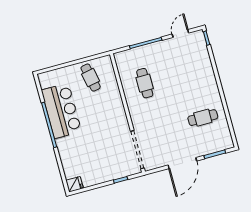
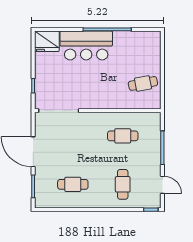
cafe table: (190, 71) -> (123, 184), added
bar counter: (61, 111) -> (86, 46), moved
cafe table: (203, 118) -> (73, 184), turned 90
fridge: (75, 184) -> (47, 41), width x1.88, depth x1.34

